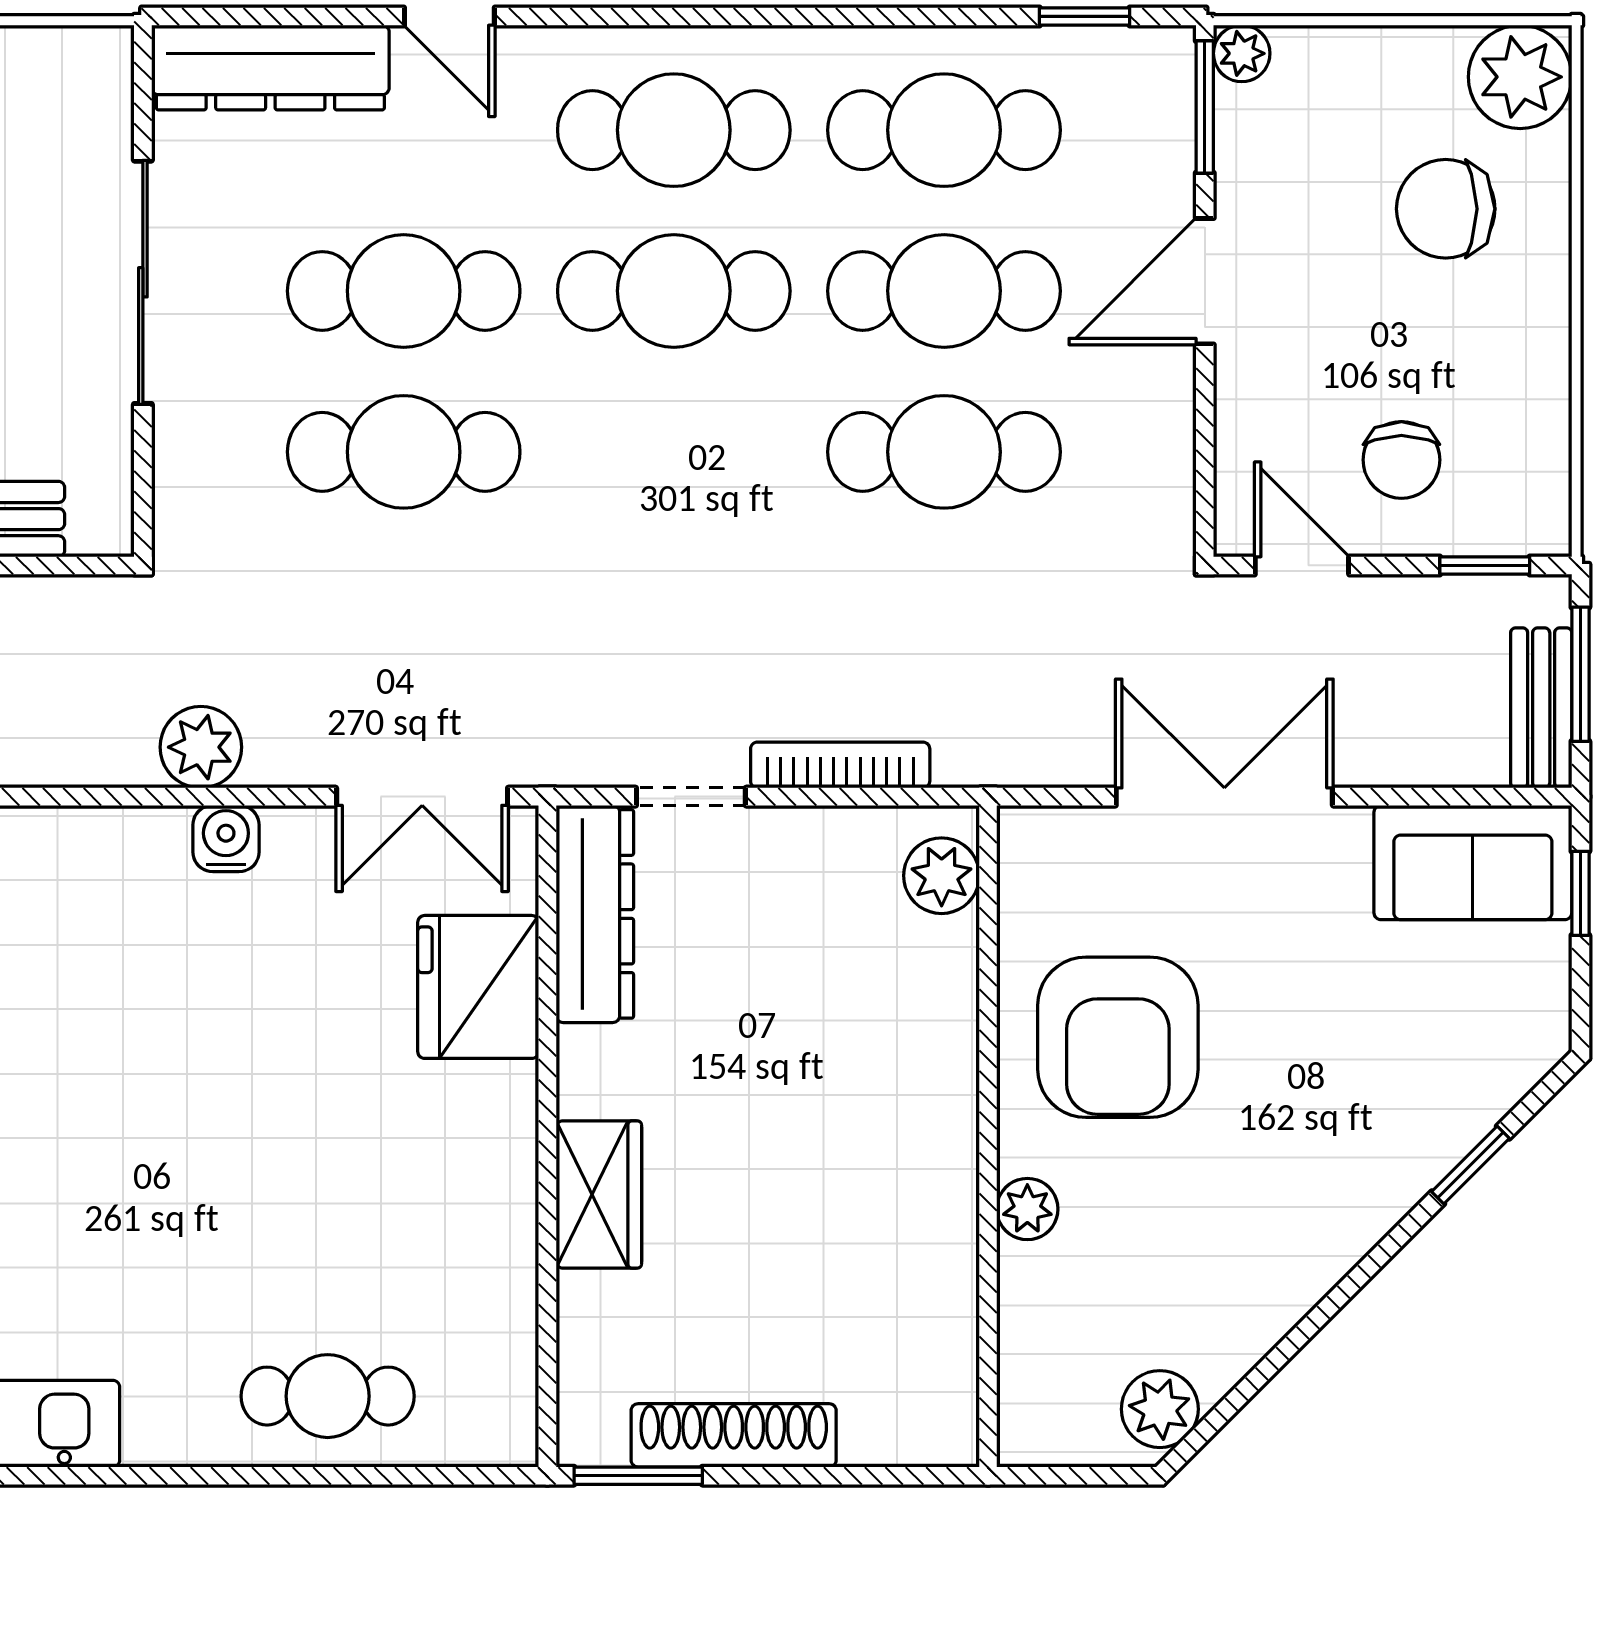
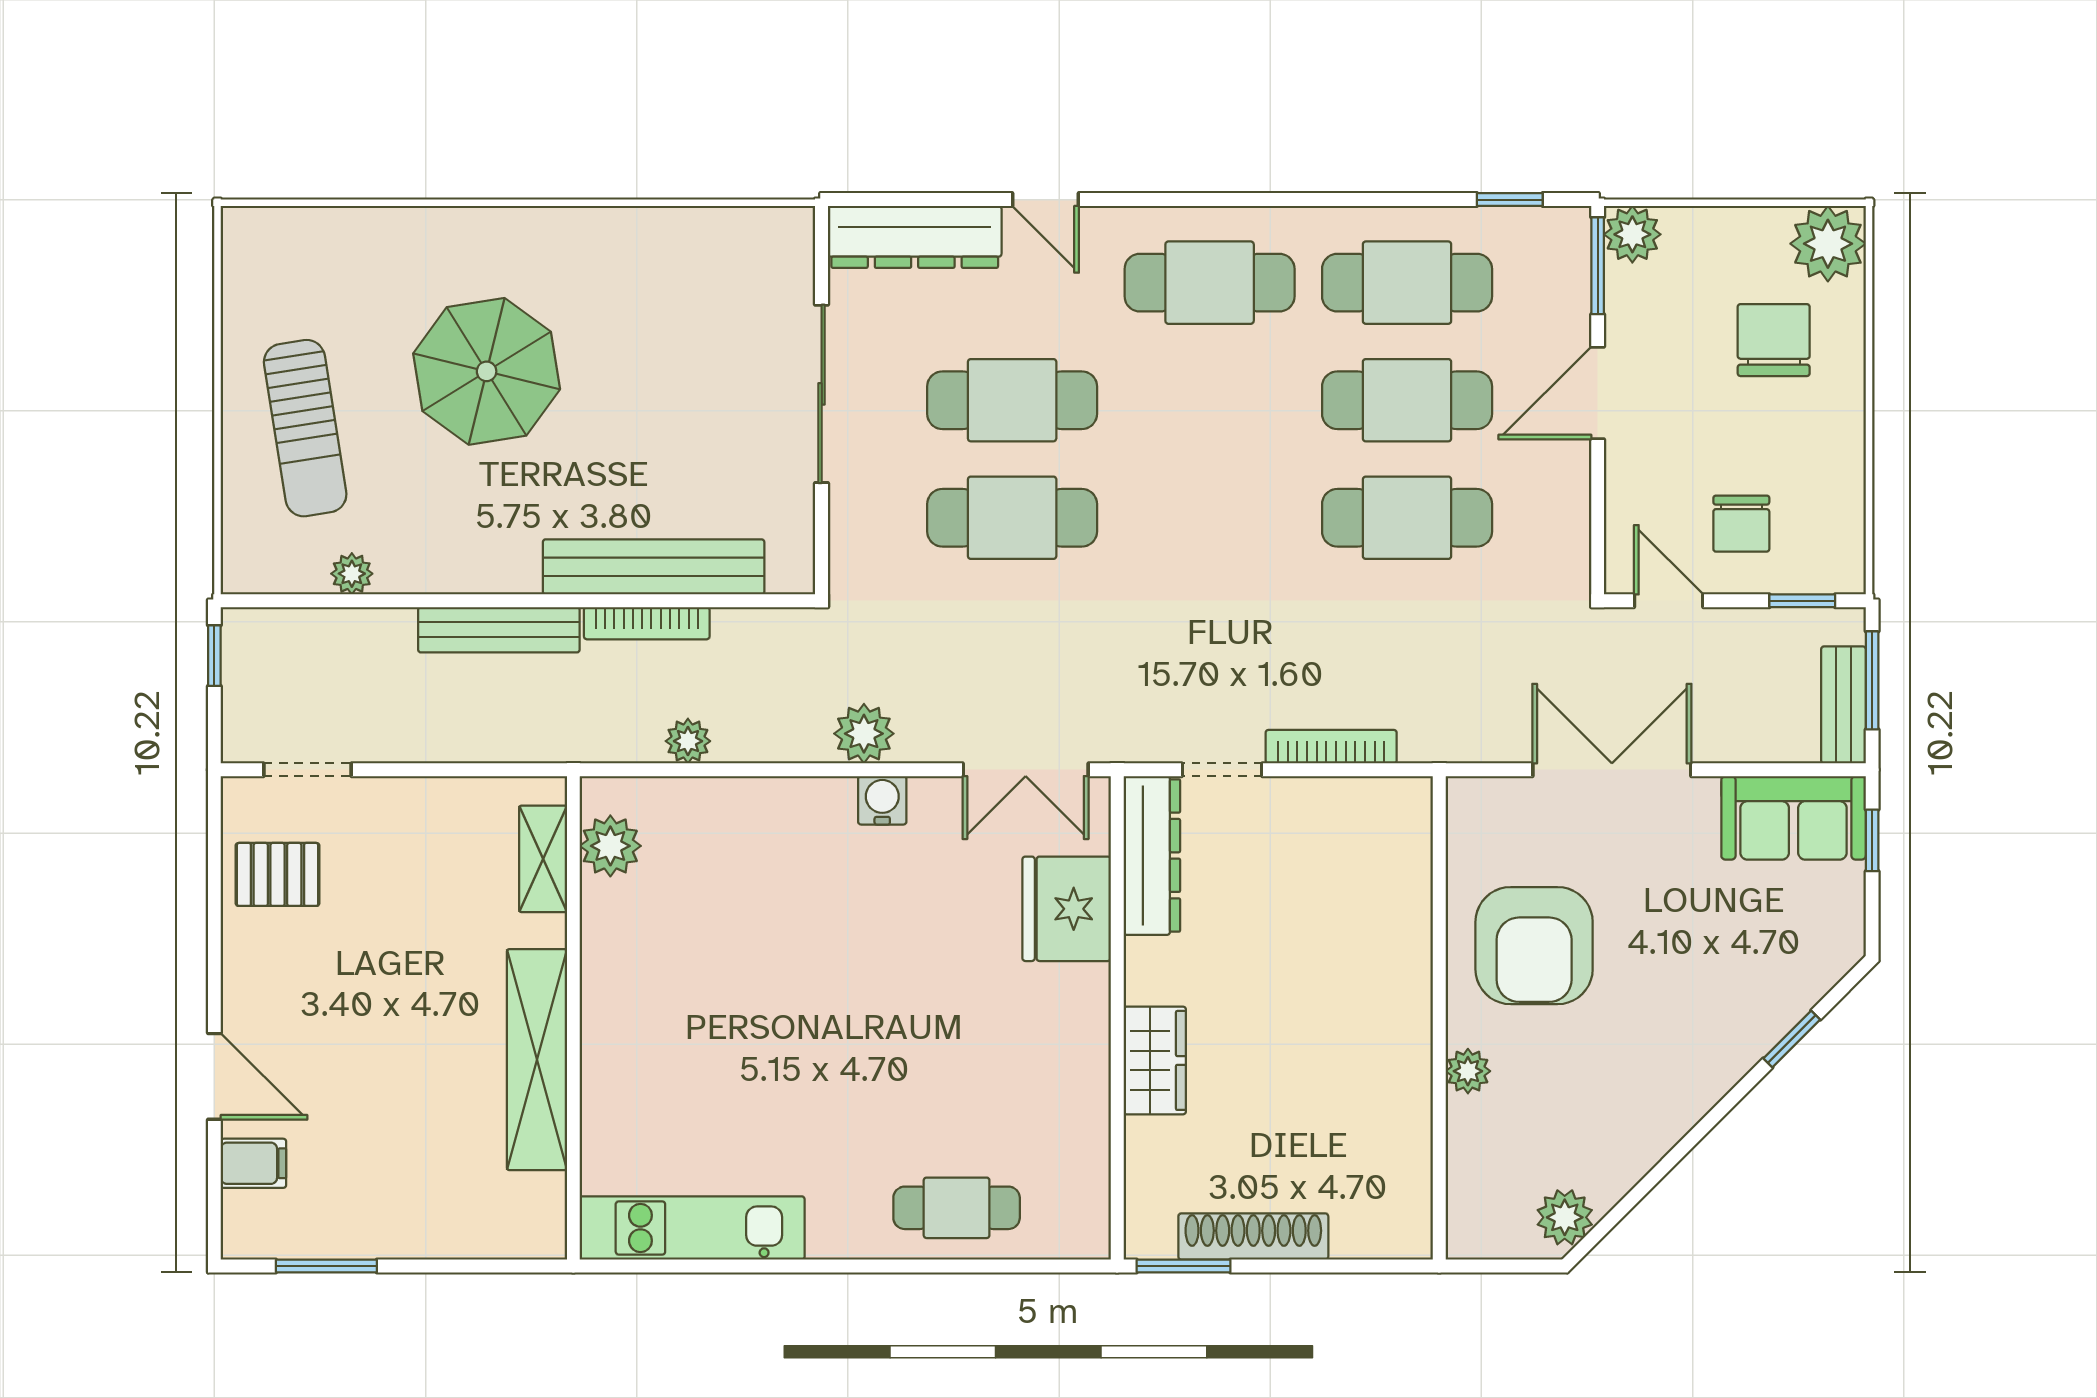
plant: (1242, 53) -> (1632, 234), width x1.38, depth x1.38
chair: (1446, 209) -> (1774, 340), turned 90
cafe table: (674, 291) -> (1210, 400), removed
plant: (942, 876) -> (1405, 828), removed

